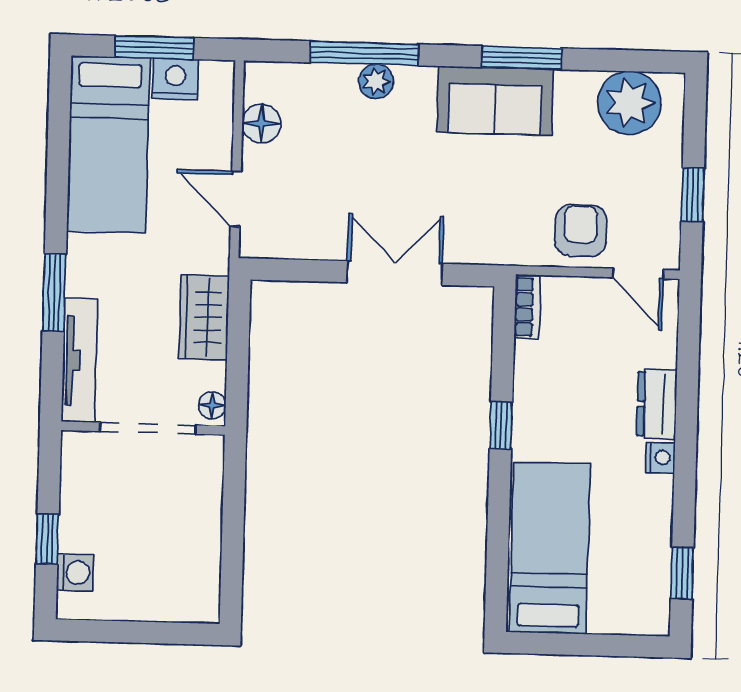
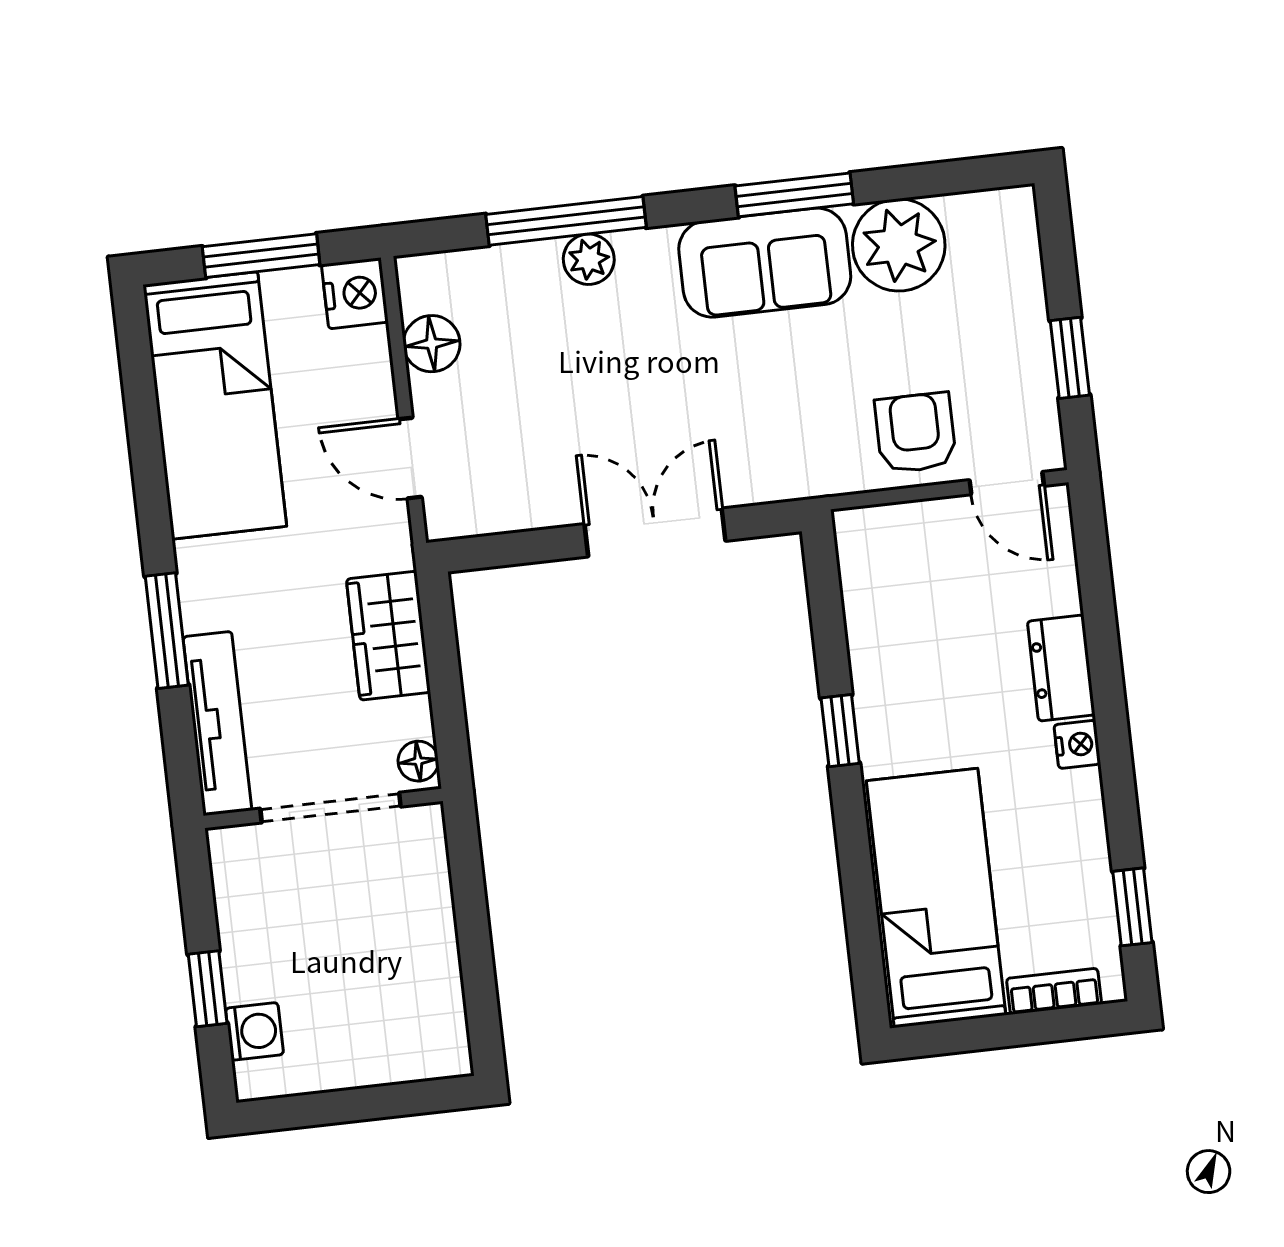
nightstand: (175, 79) -> (355, 293), moved, turned 90
plant: (629, 103) -> (899, 245), moved
bookcase: (527, 307) -> (1054, 991), moved, turned -90

